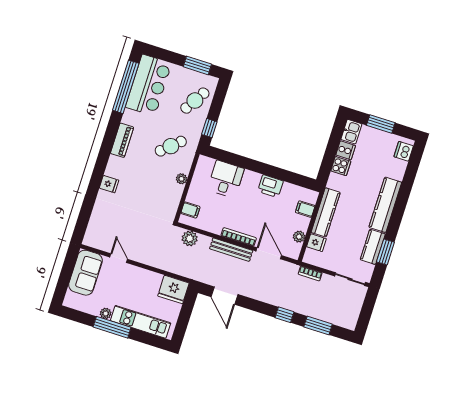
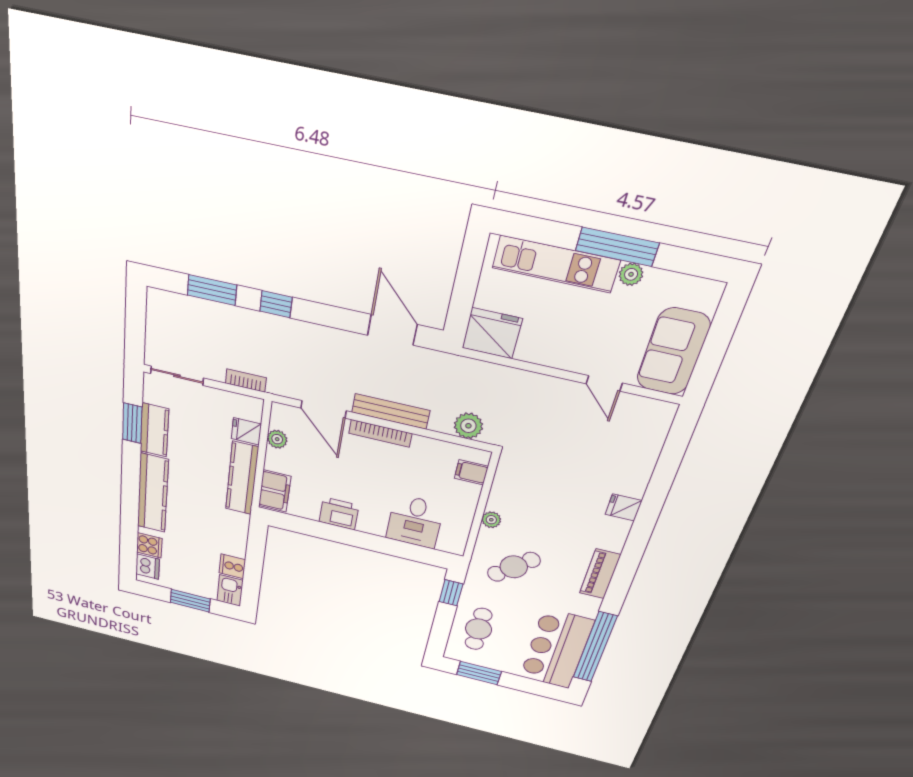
cafe table: (195, 101) -> (478, 629), turned -32
cooker: (341, 166) -> (149, 545), moved, turned 180
filing cabinet: (305, 209) -> (275, 491), width x2.00

